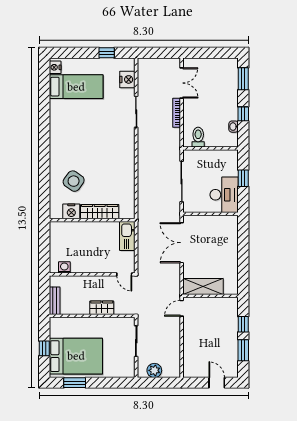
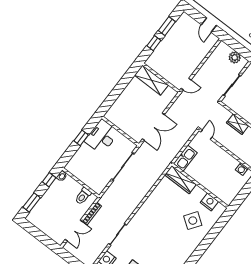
double door: (182, 83) -> (74, 230), swing flipped
toilet: (198, 137) -> (83, 196), moved
wall: (211, 148) -> (81, 183), moved
wardrobe: (100, 212) -> (180, 180), moved
shelving: (203, 286) -> (151, 80), moved
door: (217, 383) -> (209, 25), moved

